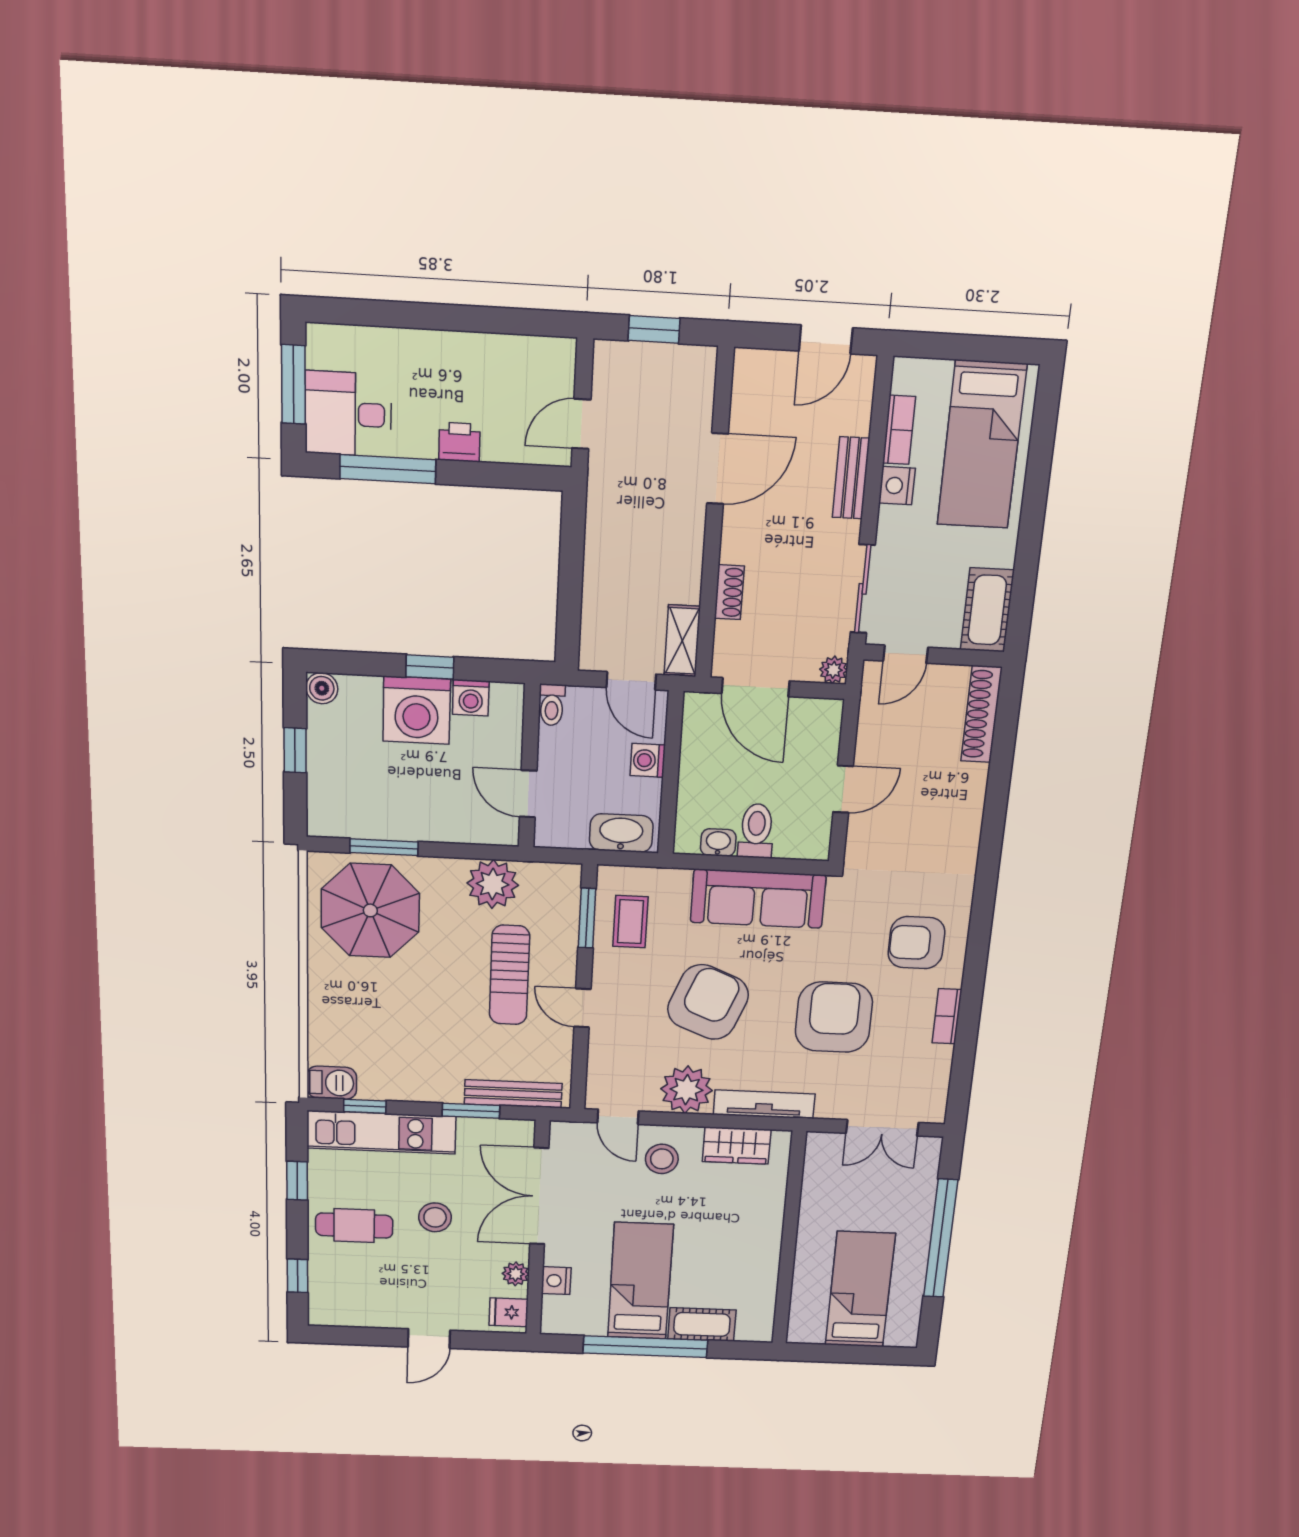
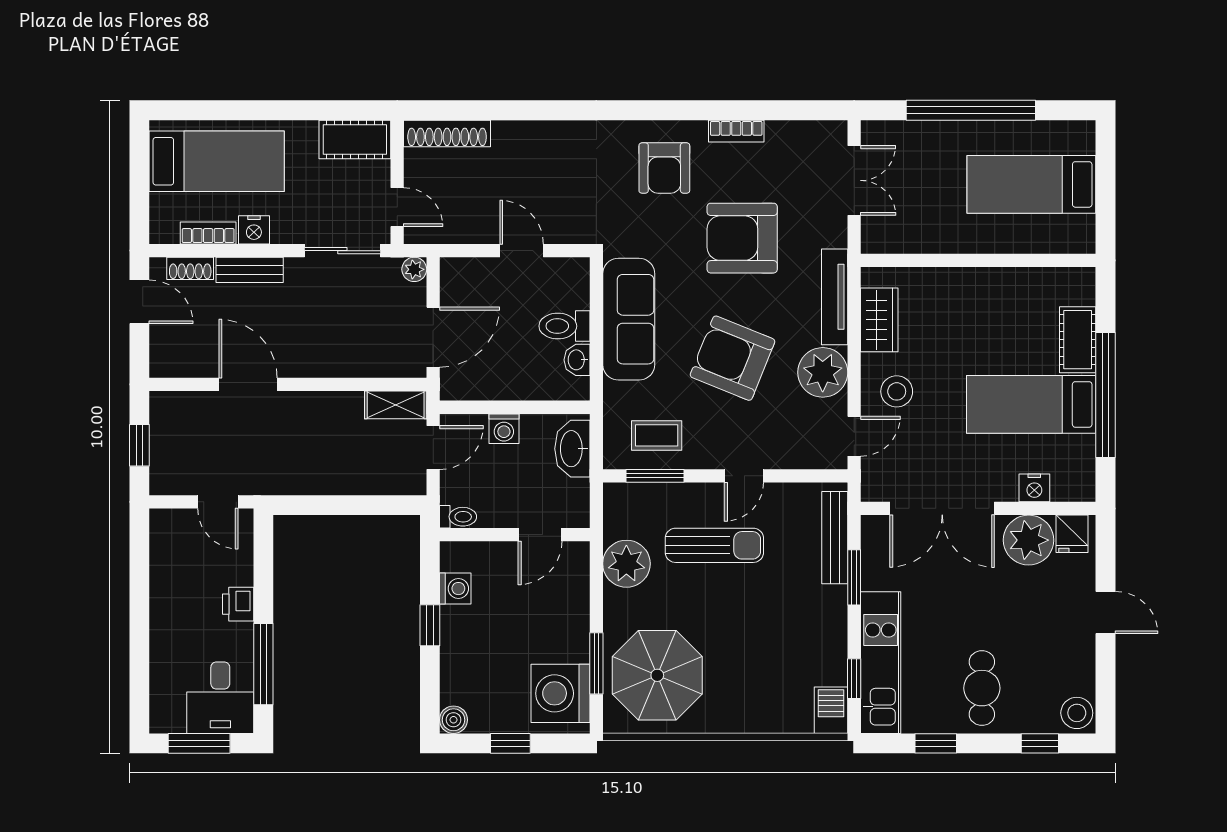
shoe rack: (729, 592) -> (190, 268), moved, turned 180
washing machine: (417, 710) -> (560, 693), moved, turned 180
stool: (435, 1217) -> (1077, 713), moved
plant: (516, 1274) -> (1029, 540), width x1.88, depth x1.88

